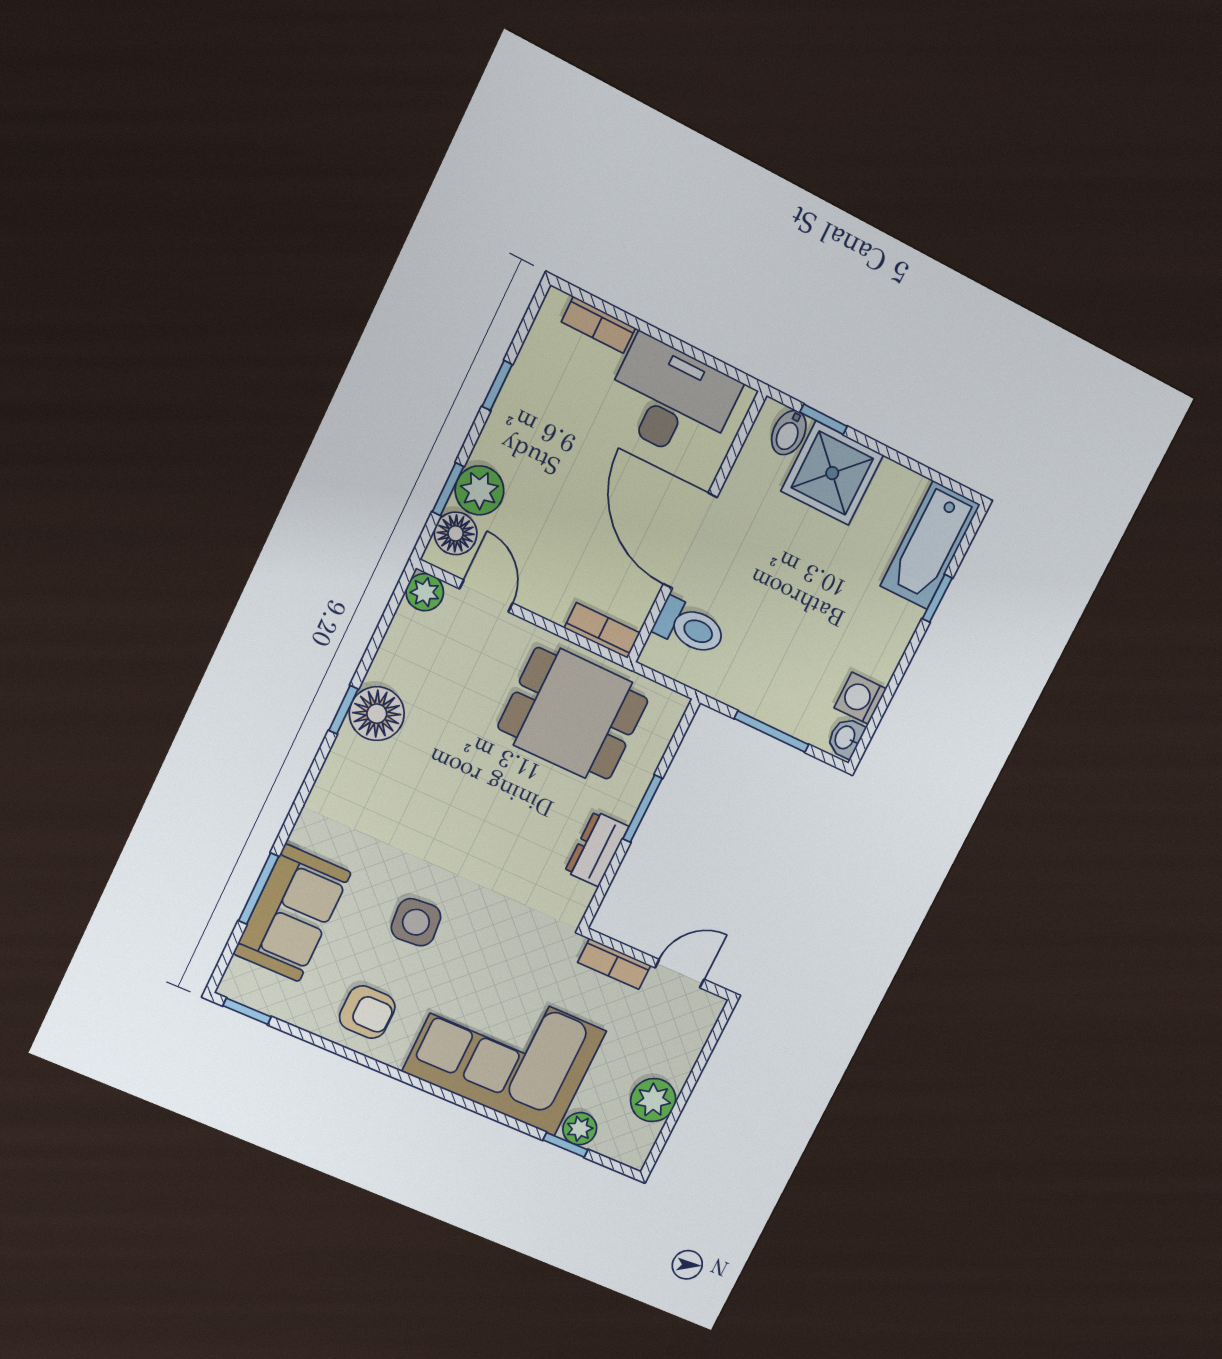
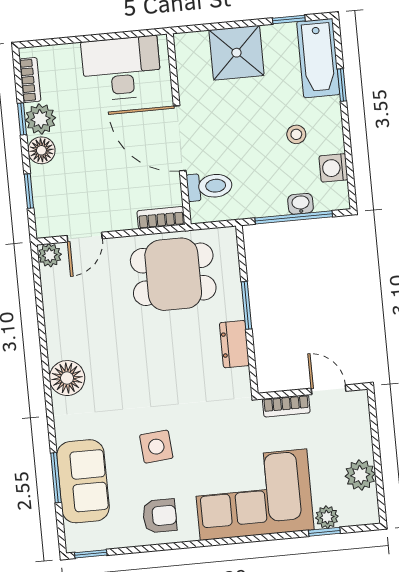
bookcase: (598, 325) -> (30, 80), moved, turned -90
window: (823, 419) -> (289, 19), moved
bidet: (789, 433) -> (198, 46), removed
plant: (479, 490) -> (40, 119), moved
floor lamp: (456, 533) -> (41, 150), moved
door: (486, 596) -> (85, 237), swing flipped
stool: (841, 627) -> (296, 134), added
window: (343, 710) -> (44, 348), removed
floor lamp: (377, 714) -> (67, 378), moved
window: (771, 732) -> (294, 217), width x1.44
washbasin: (846, 738) -> (301, 204), moved, turned 90
door: (680, 974) -> (329, 390), hinge flipped

